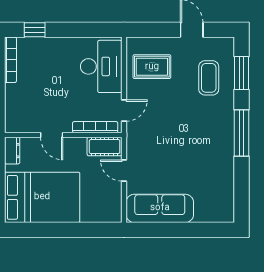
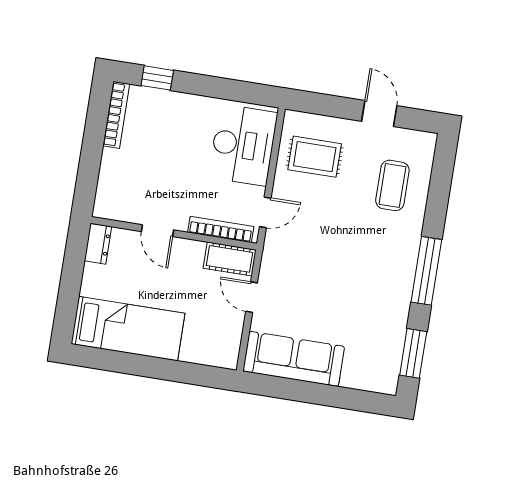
window: (242, 73) -> (413, 353), moved
bed: (42, 197) -> (128, 329), width x0.67

